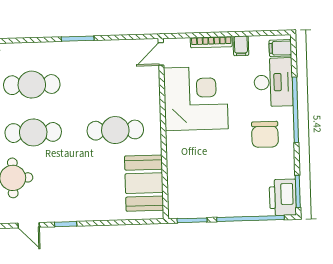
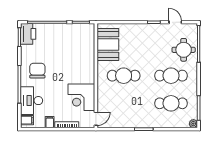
corner desk: (196, 98) -> (81, 97), width x0.74, depth x0.74

